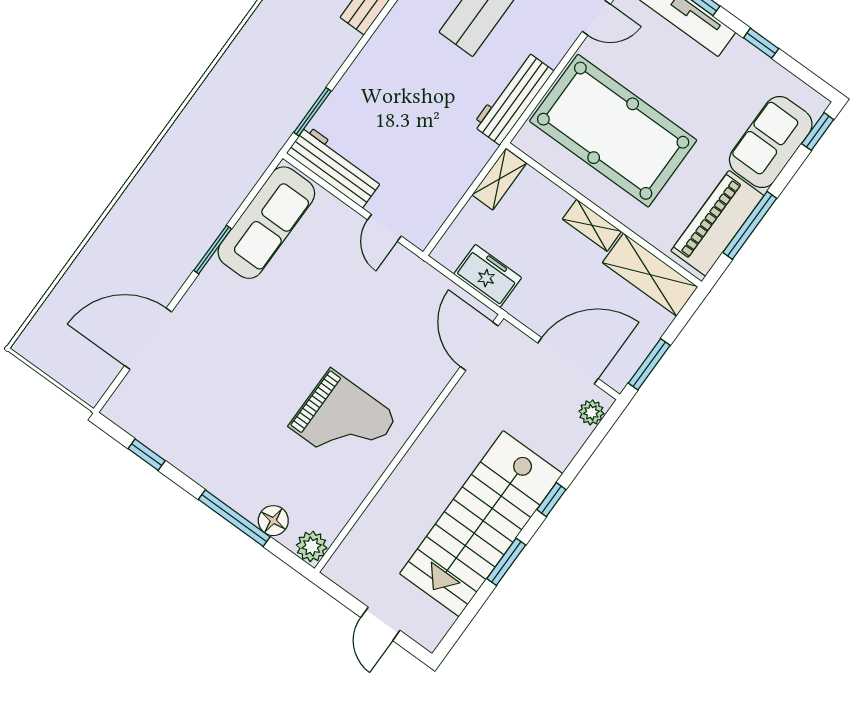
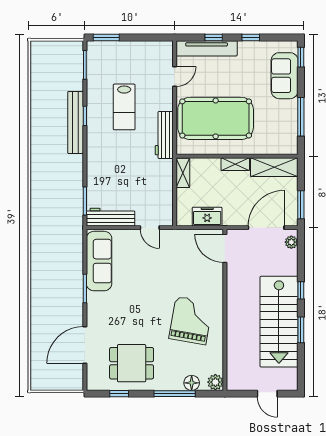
piano: (717, 223) -> (287, 126), removed
dining table: (201, 421) -> (132, 363), added
grand piano: (343, 421) -> (191, 321), turned -80

